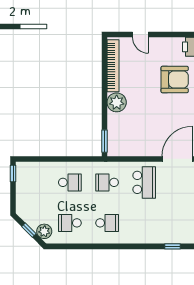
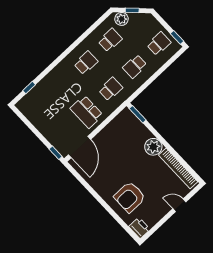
school desk: (33, 182) -> (159, 44), added
school desk: (107, 223) -> (86, 63), turned 180

